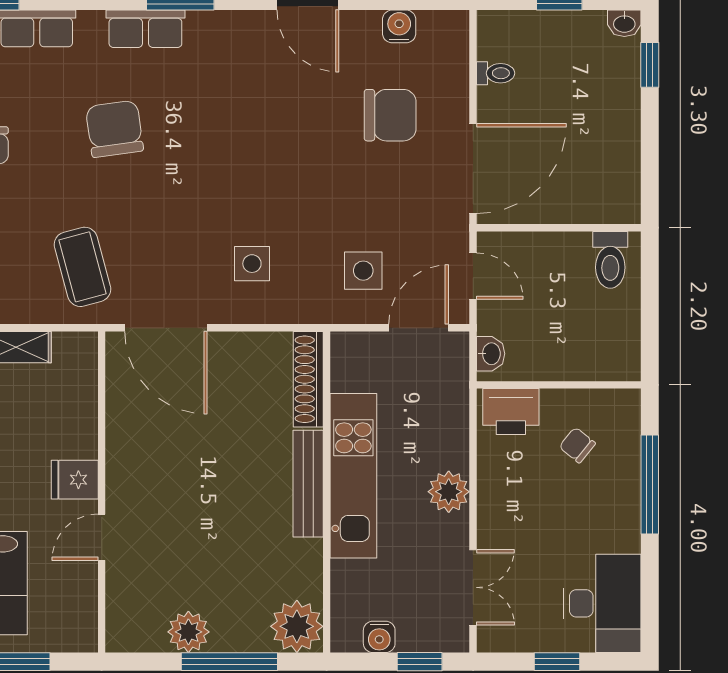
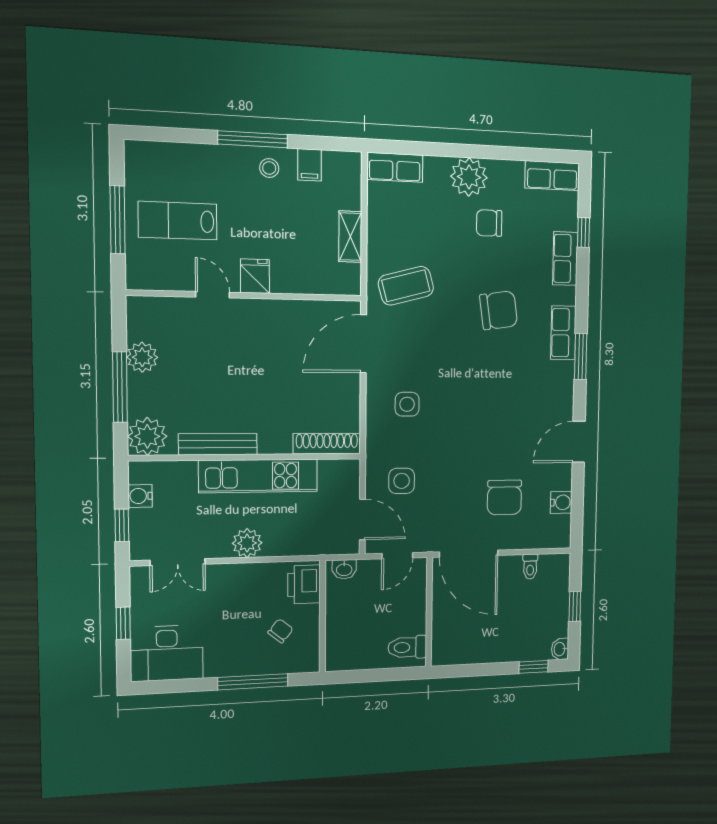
bench: (308, 484) -> (218, 444), moved

